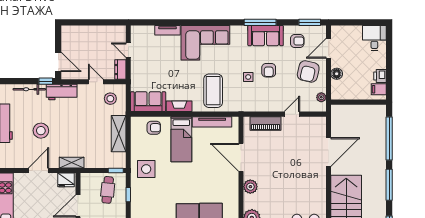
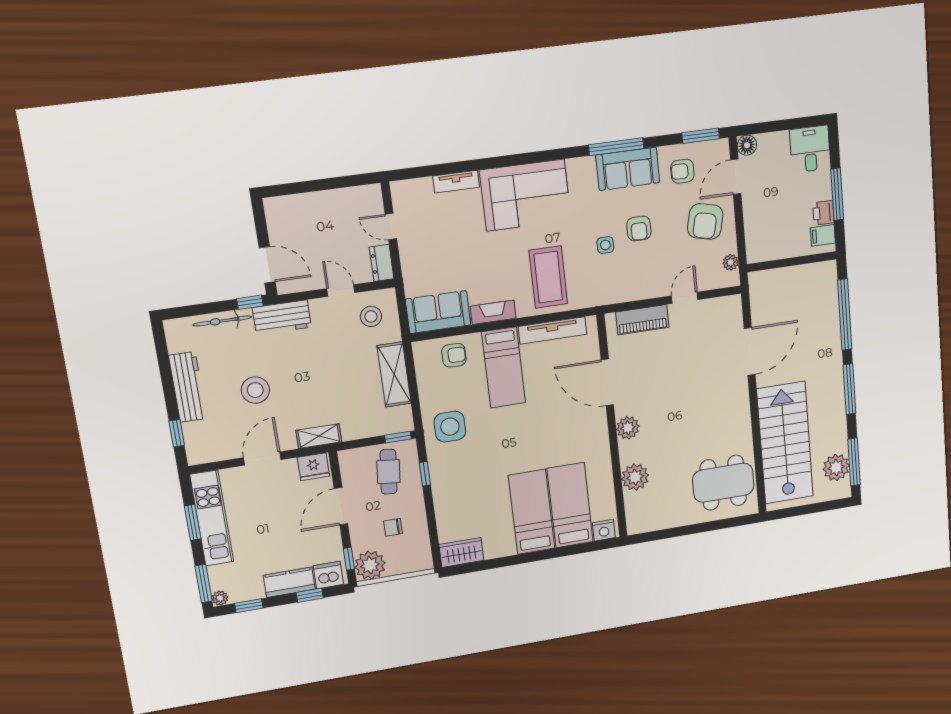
armchair: (297, 41) -> (682, 171), turned 180
window: (389, 66) -> (837, 194), added
floor lamp: (337, 74) -> (747, 145), moved

